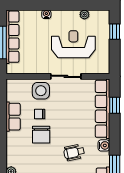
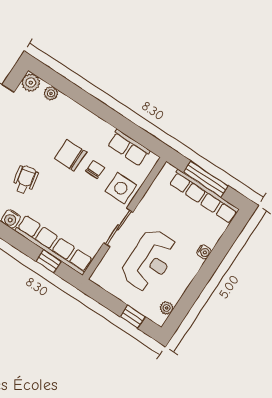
plant: (84, 15) -> (167, 308), moved
row of seats: (13, 117) -> (129, 148), moved

